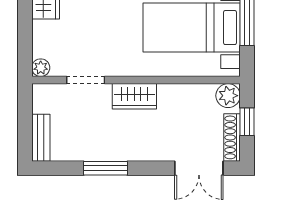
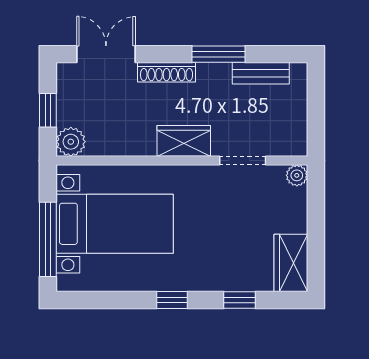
shoe rack: (232, 137) -> (167, 72), moved, turned 90
bench: (41, 138) -> (261, 73), moved, turned 90

